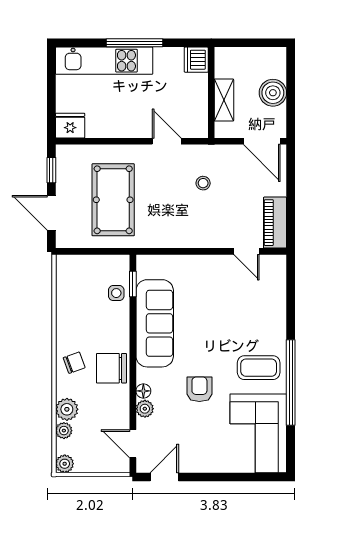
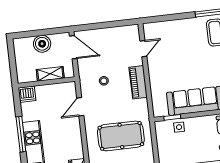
door: (262, 141) -> (73, 47), hinge flipped
piano: (275, 223) -> (138, 82), moved, turned 90

